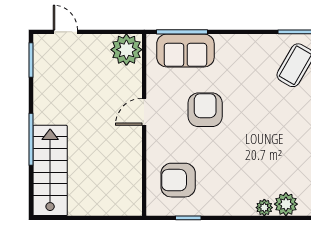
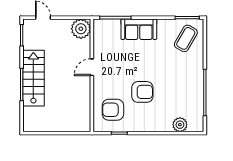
sofa: (185, 51) -> (139, 29), moved
armchair: (205, 110) -> (142, 92), moved, turned 90
stairs: (50, 170) -> (33, 78), moved
plant: (264, 208) -> (166, 127), removed

